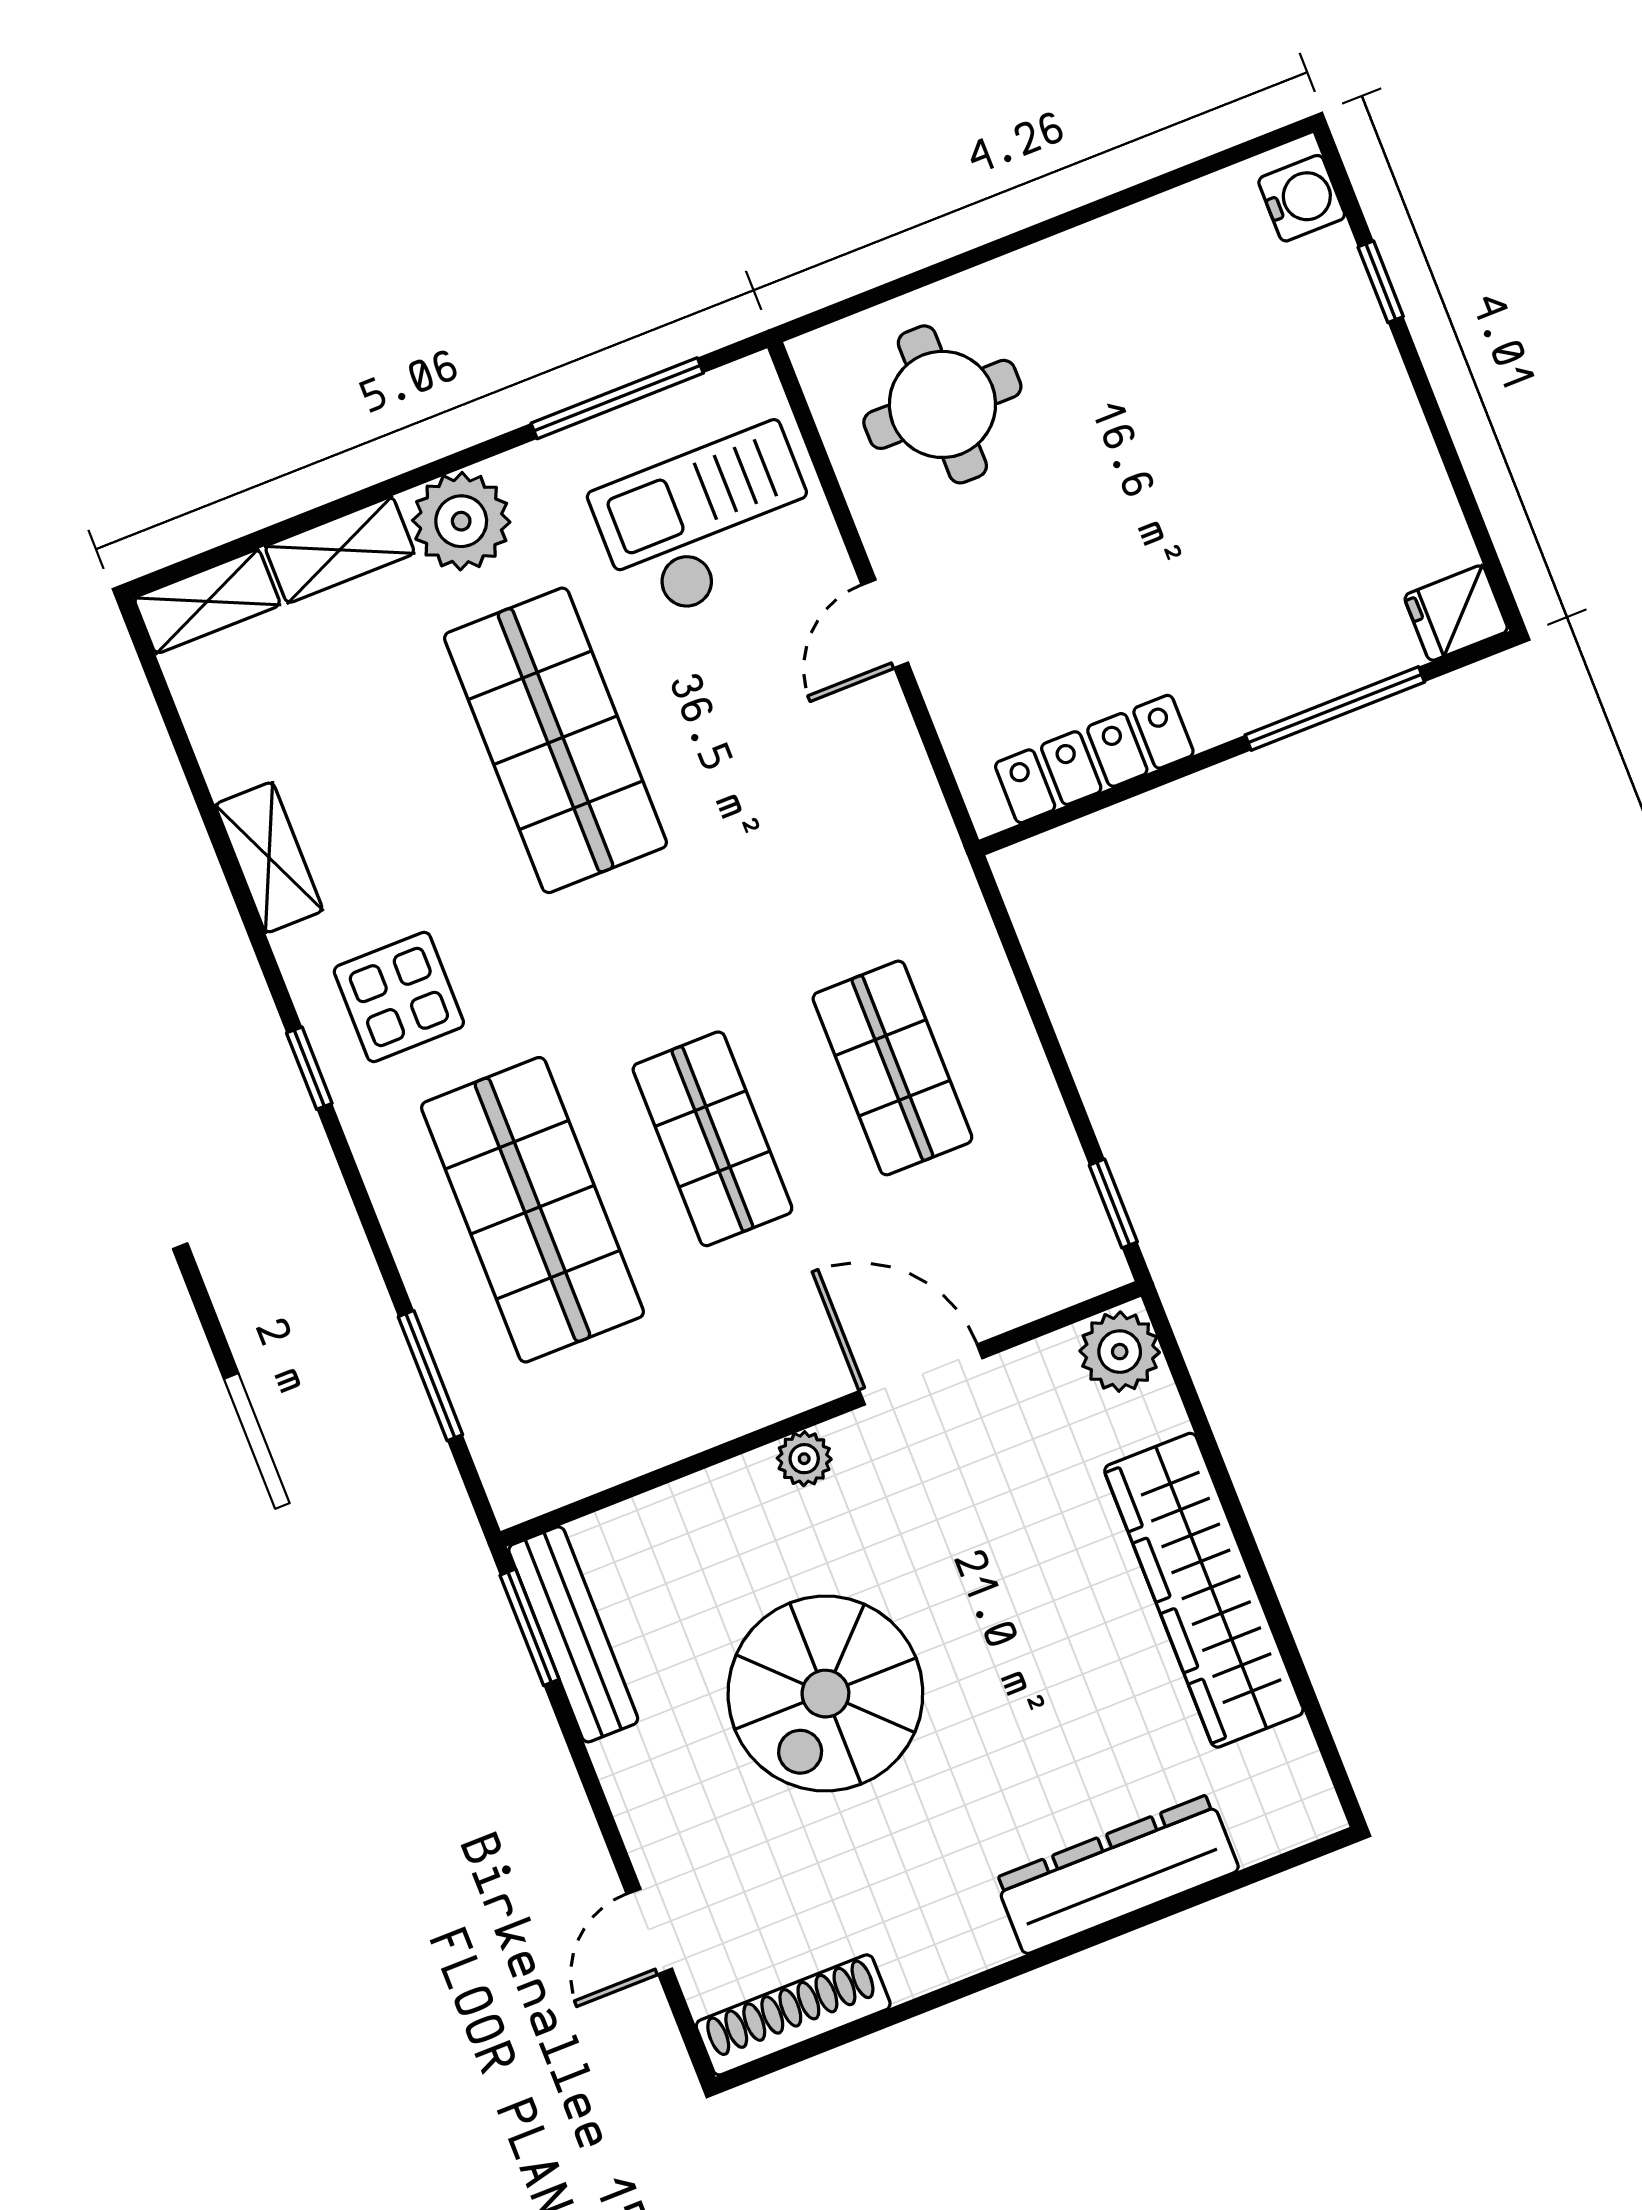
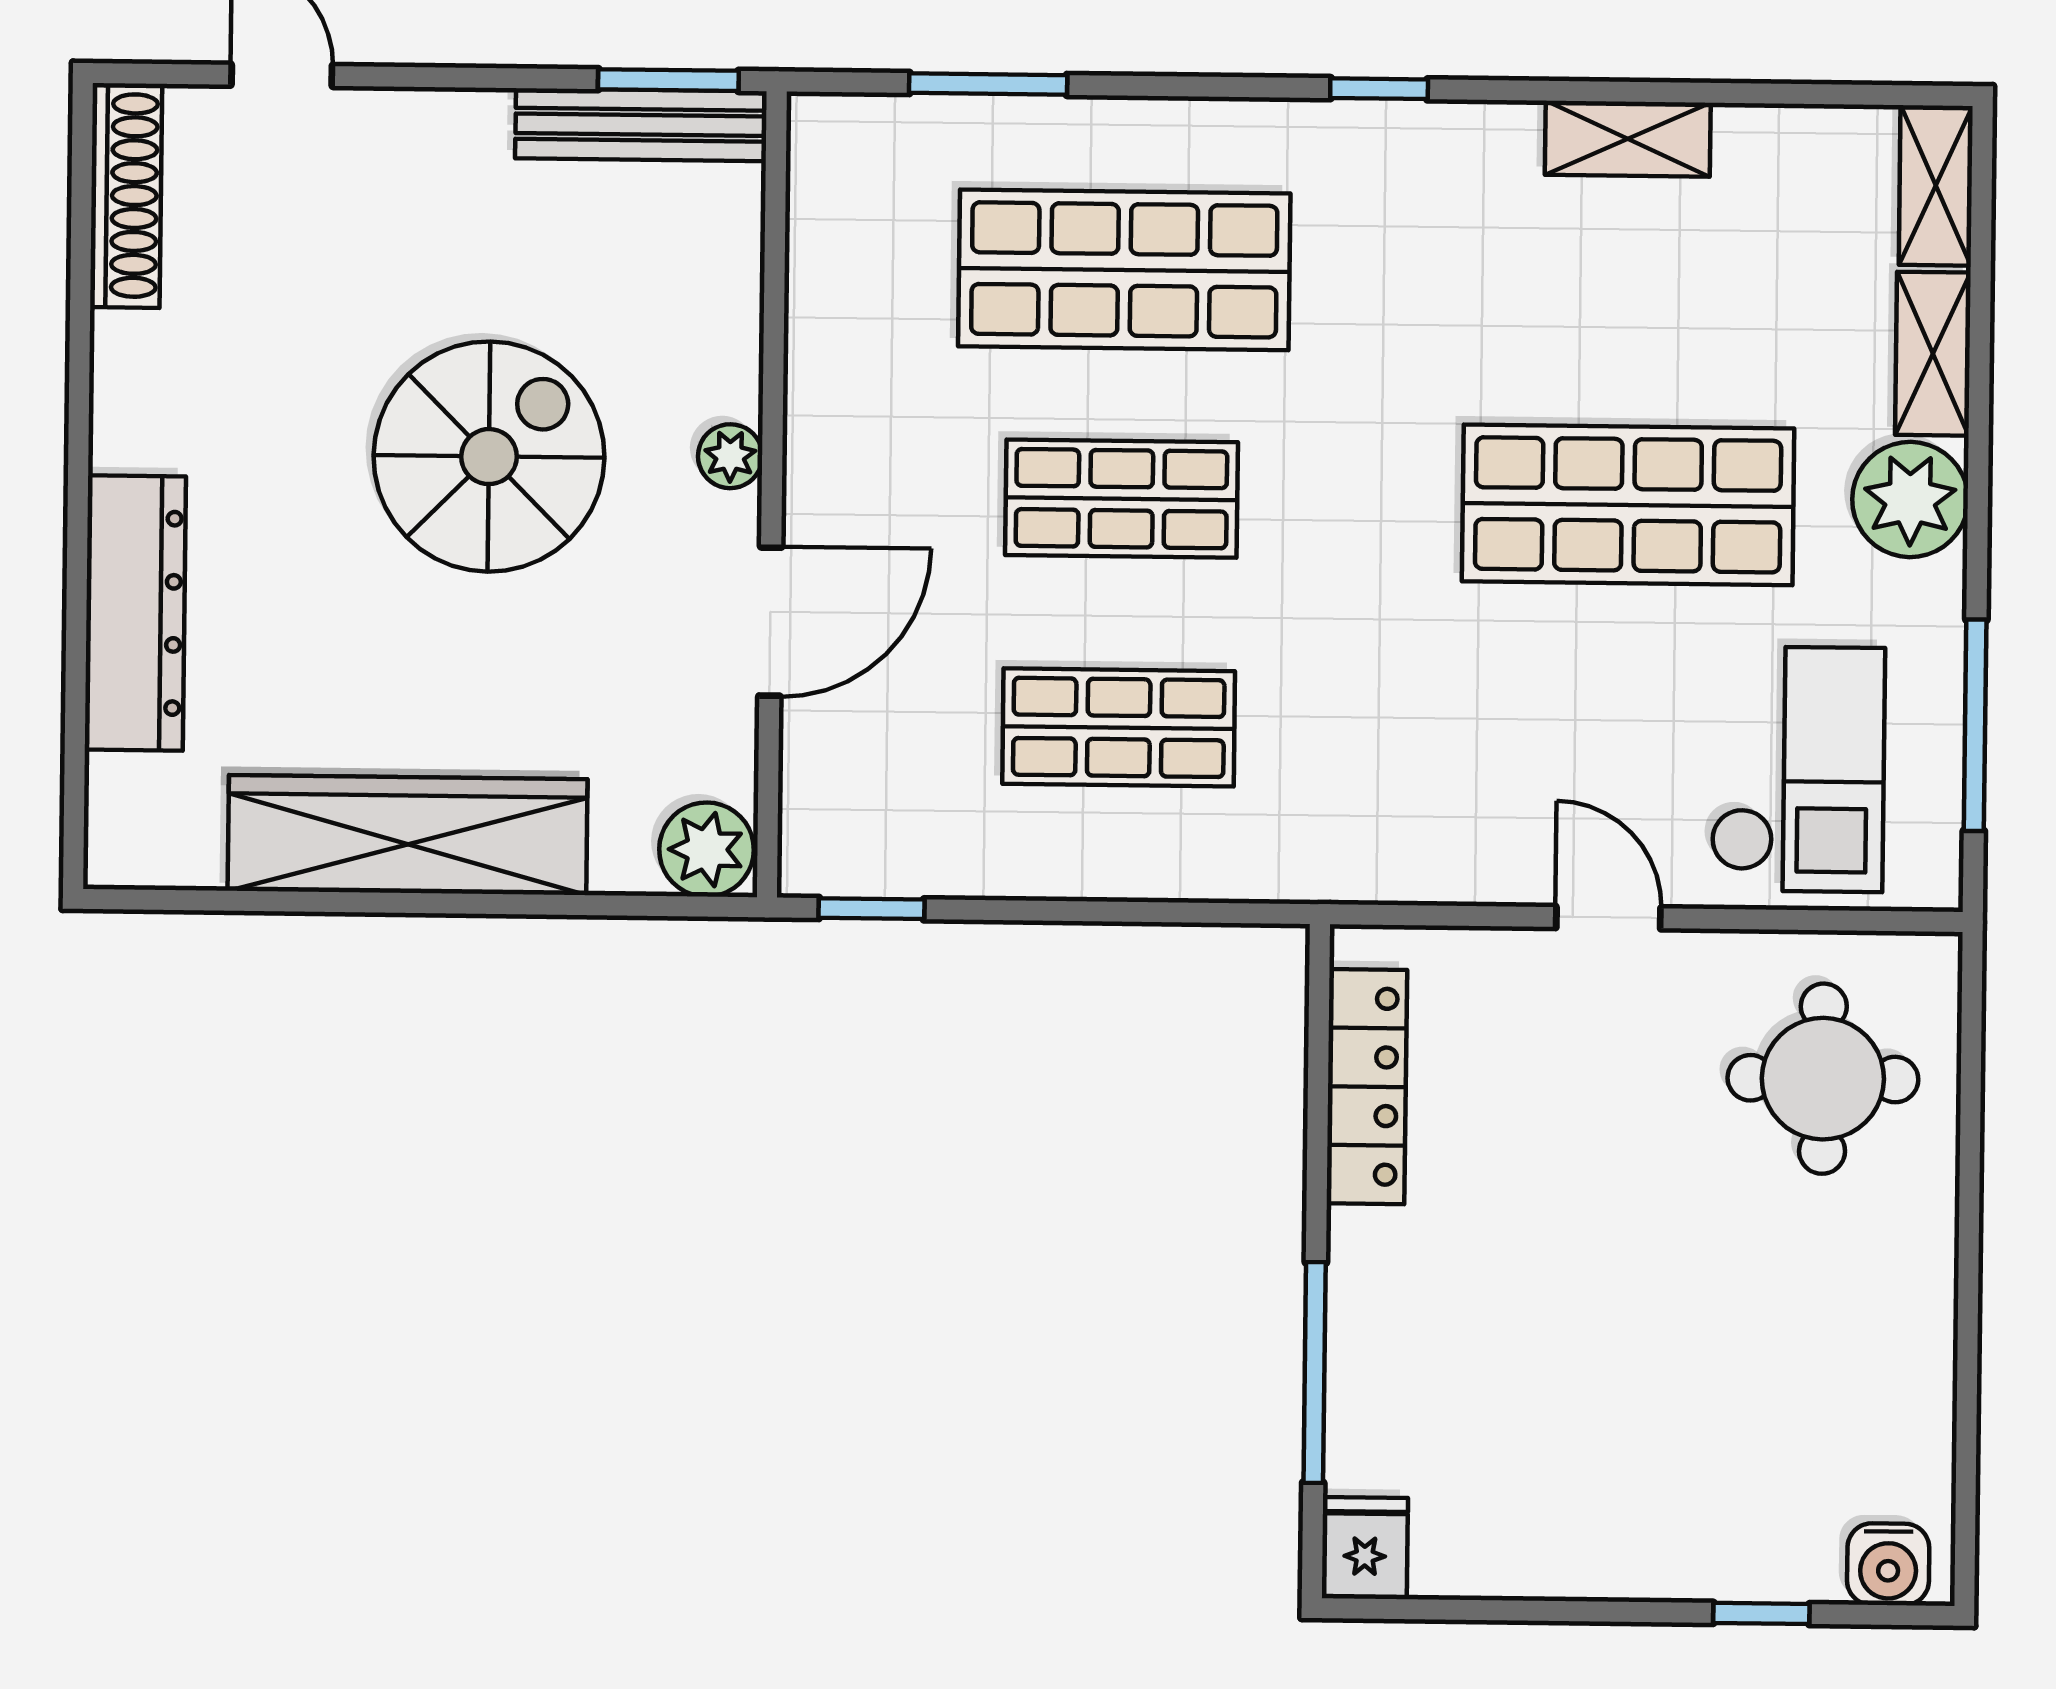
display table: (399, 997) -> (1417, 219), removed
spiral stairs: (825, 1694) -> (489, 457), moved, turned 90

